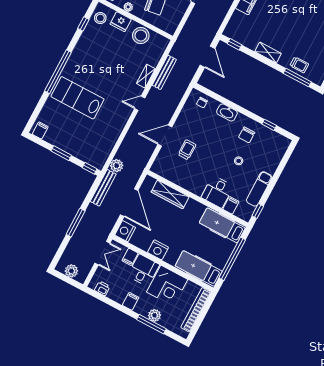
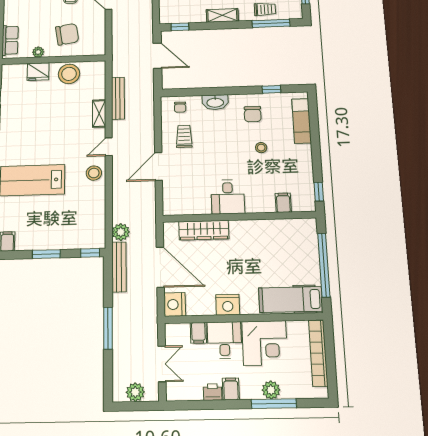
stool: (100, 18) -> (94, 173), moved
trolley: (187, 150) -> (184, 136), moved
exam couch: (259, 189) -> (302, 121), moved
desk: (217, 192) -> (228, 197), moved
hospital bed: (222, 225) -> (287, 232), removed
double door: (102, 253) -> (162, 364), moved
printer: (102, 288) -> (213, 392), moved

